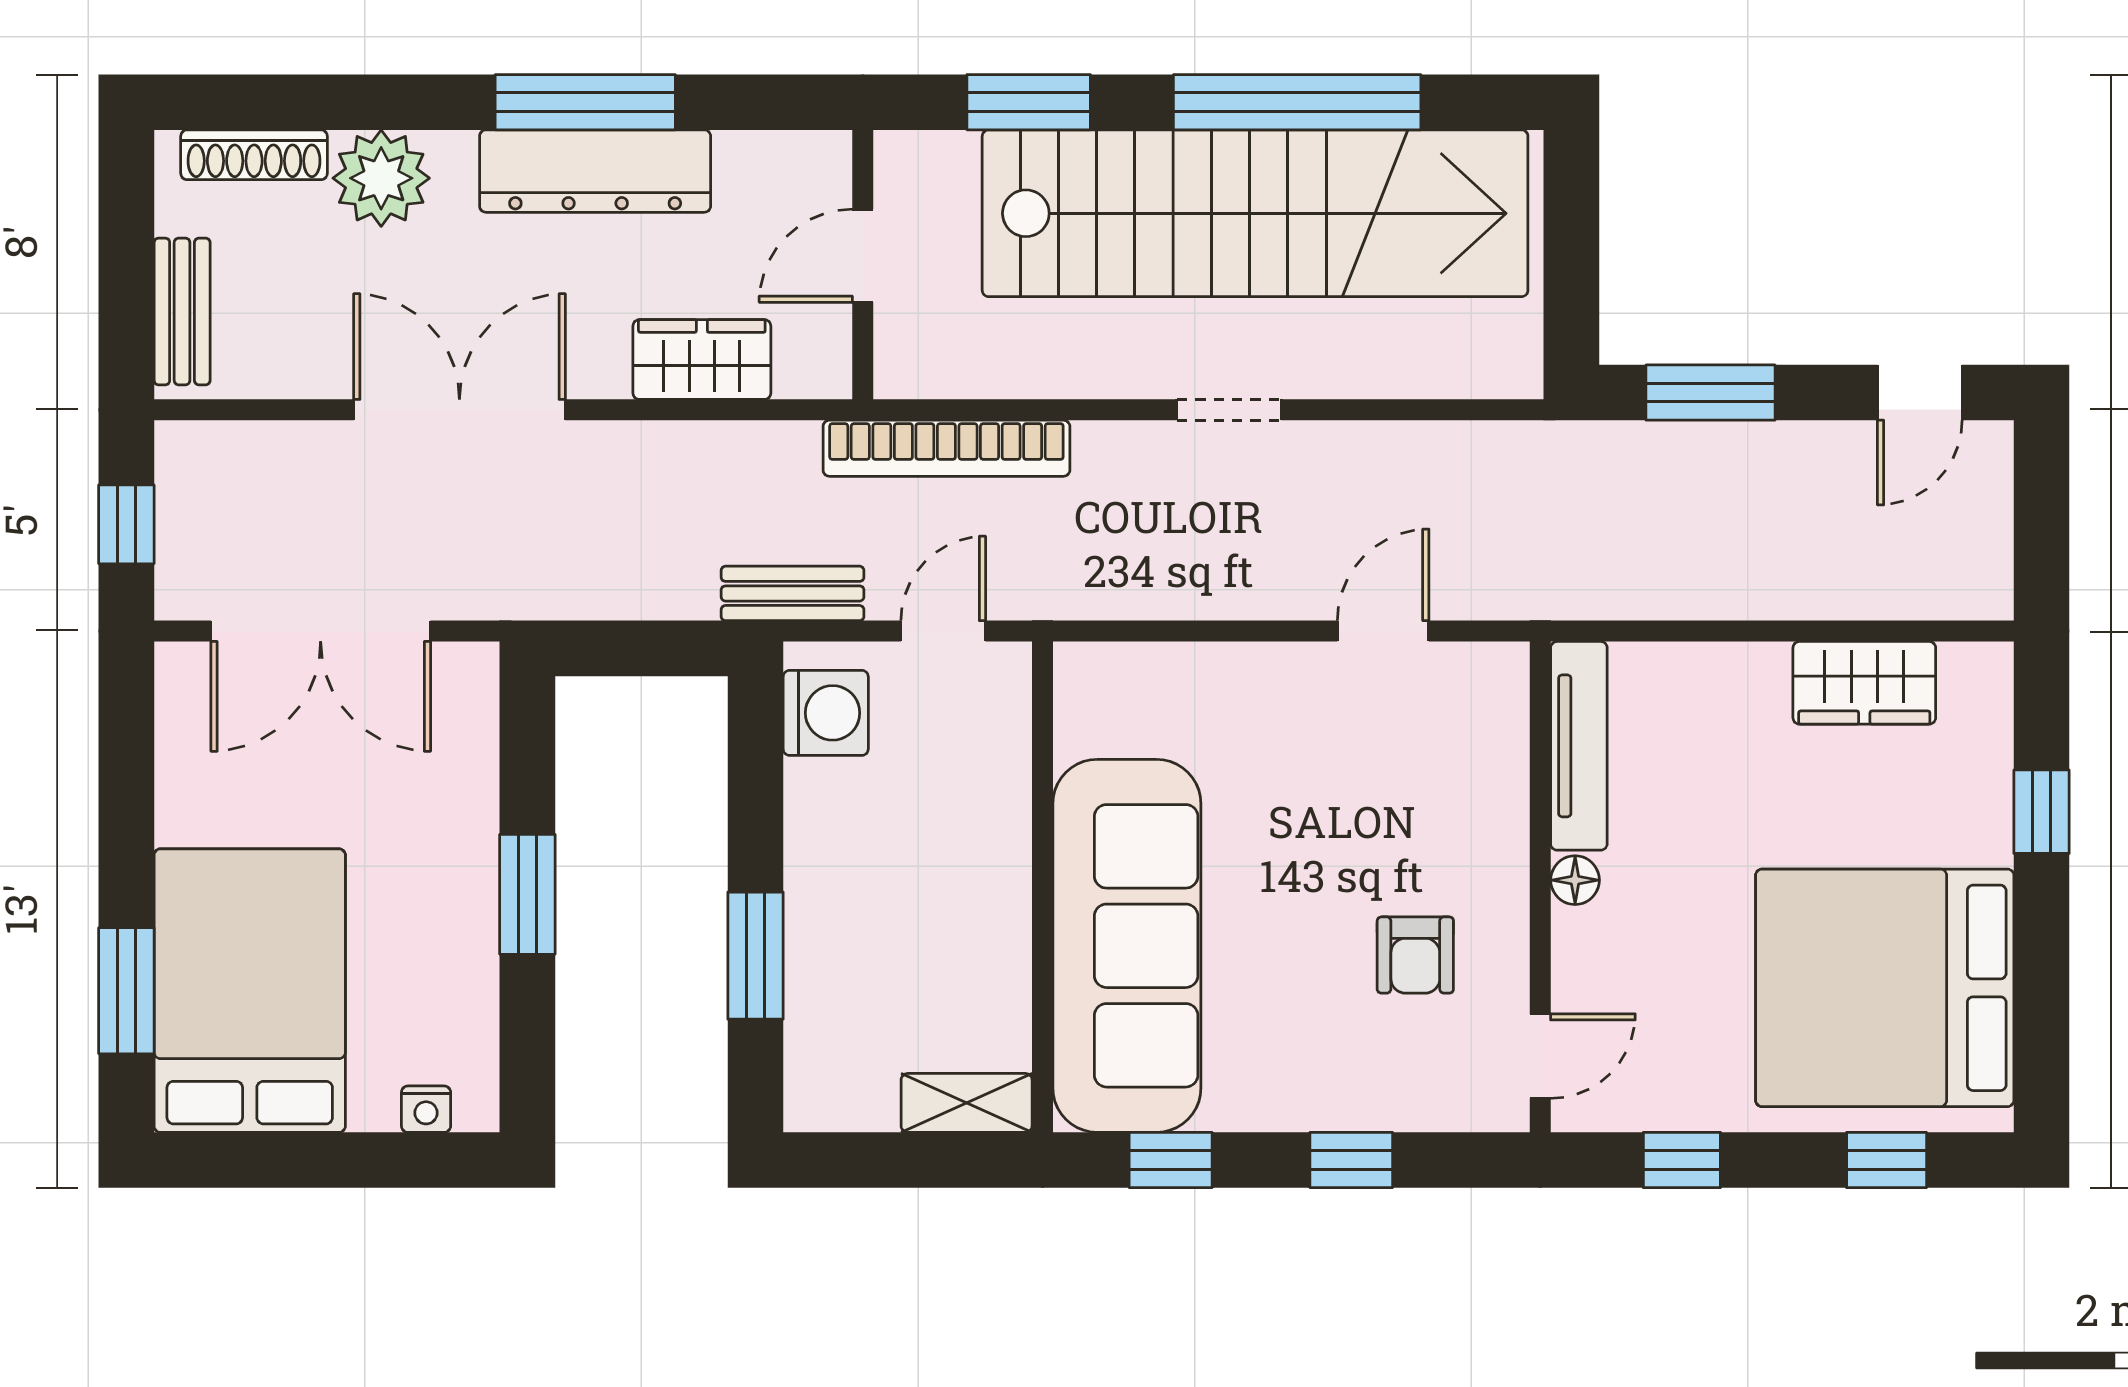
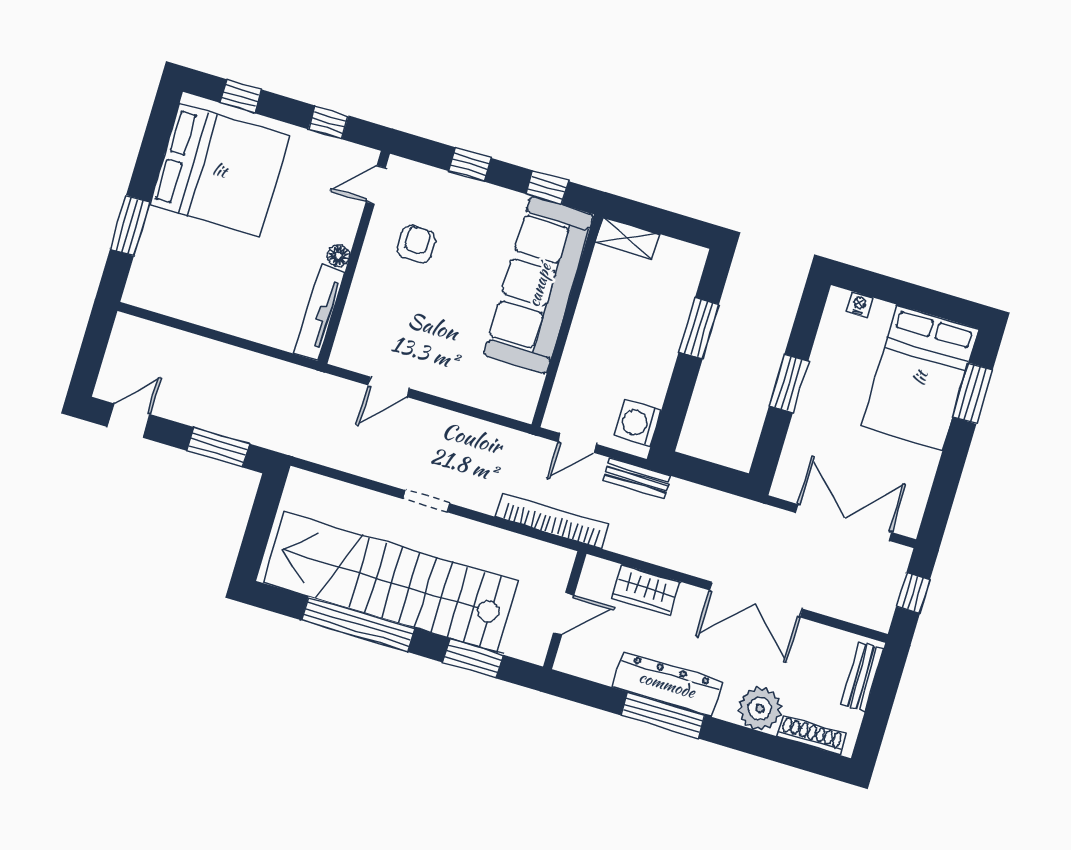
wardrobe: (1864, 683) -> (189, 303), removed
window: (2041, 812) -> (130, 226), width x1.50

